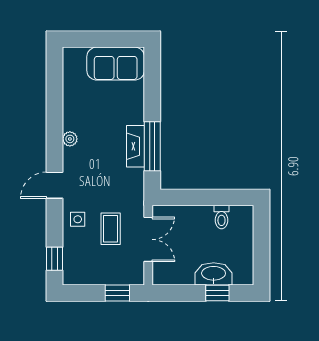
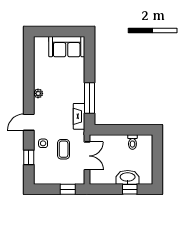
fireplace: (135, 146) -> (79, 116), moved
window: (55, 259) -> (29, 157), moved

